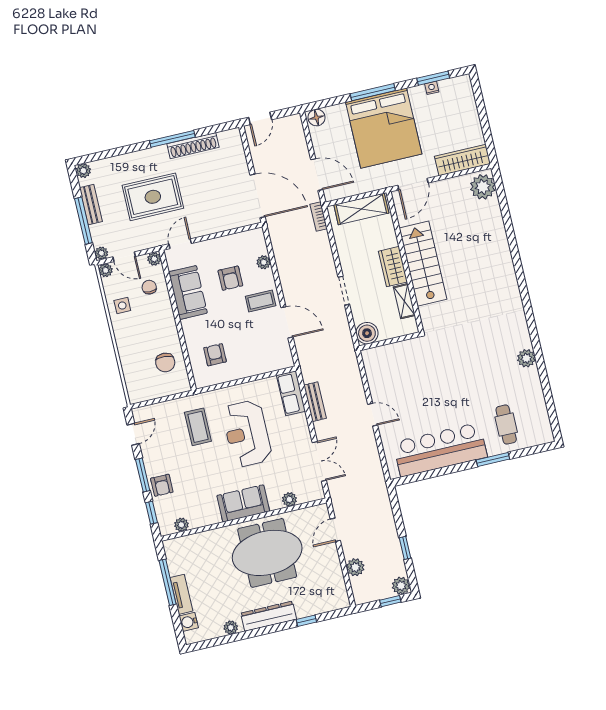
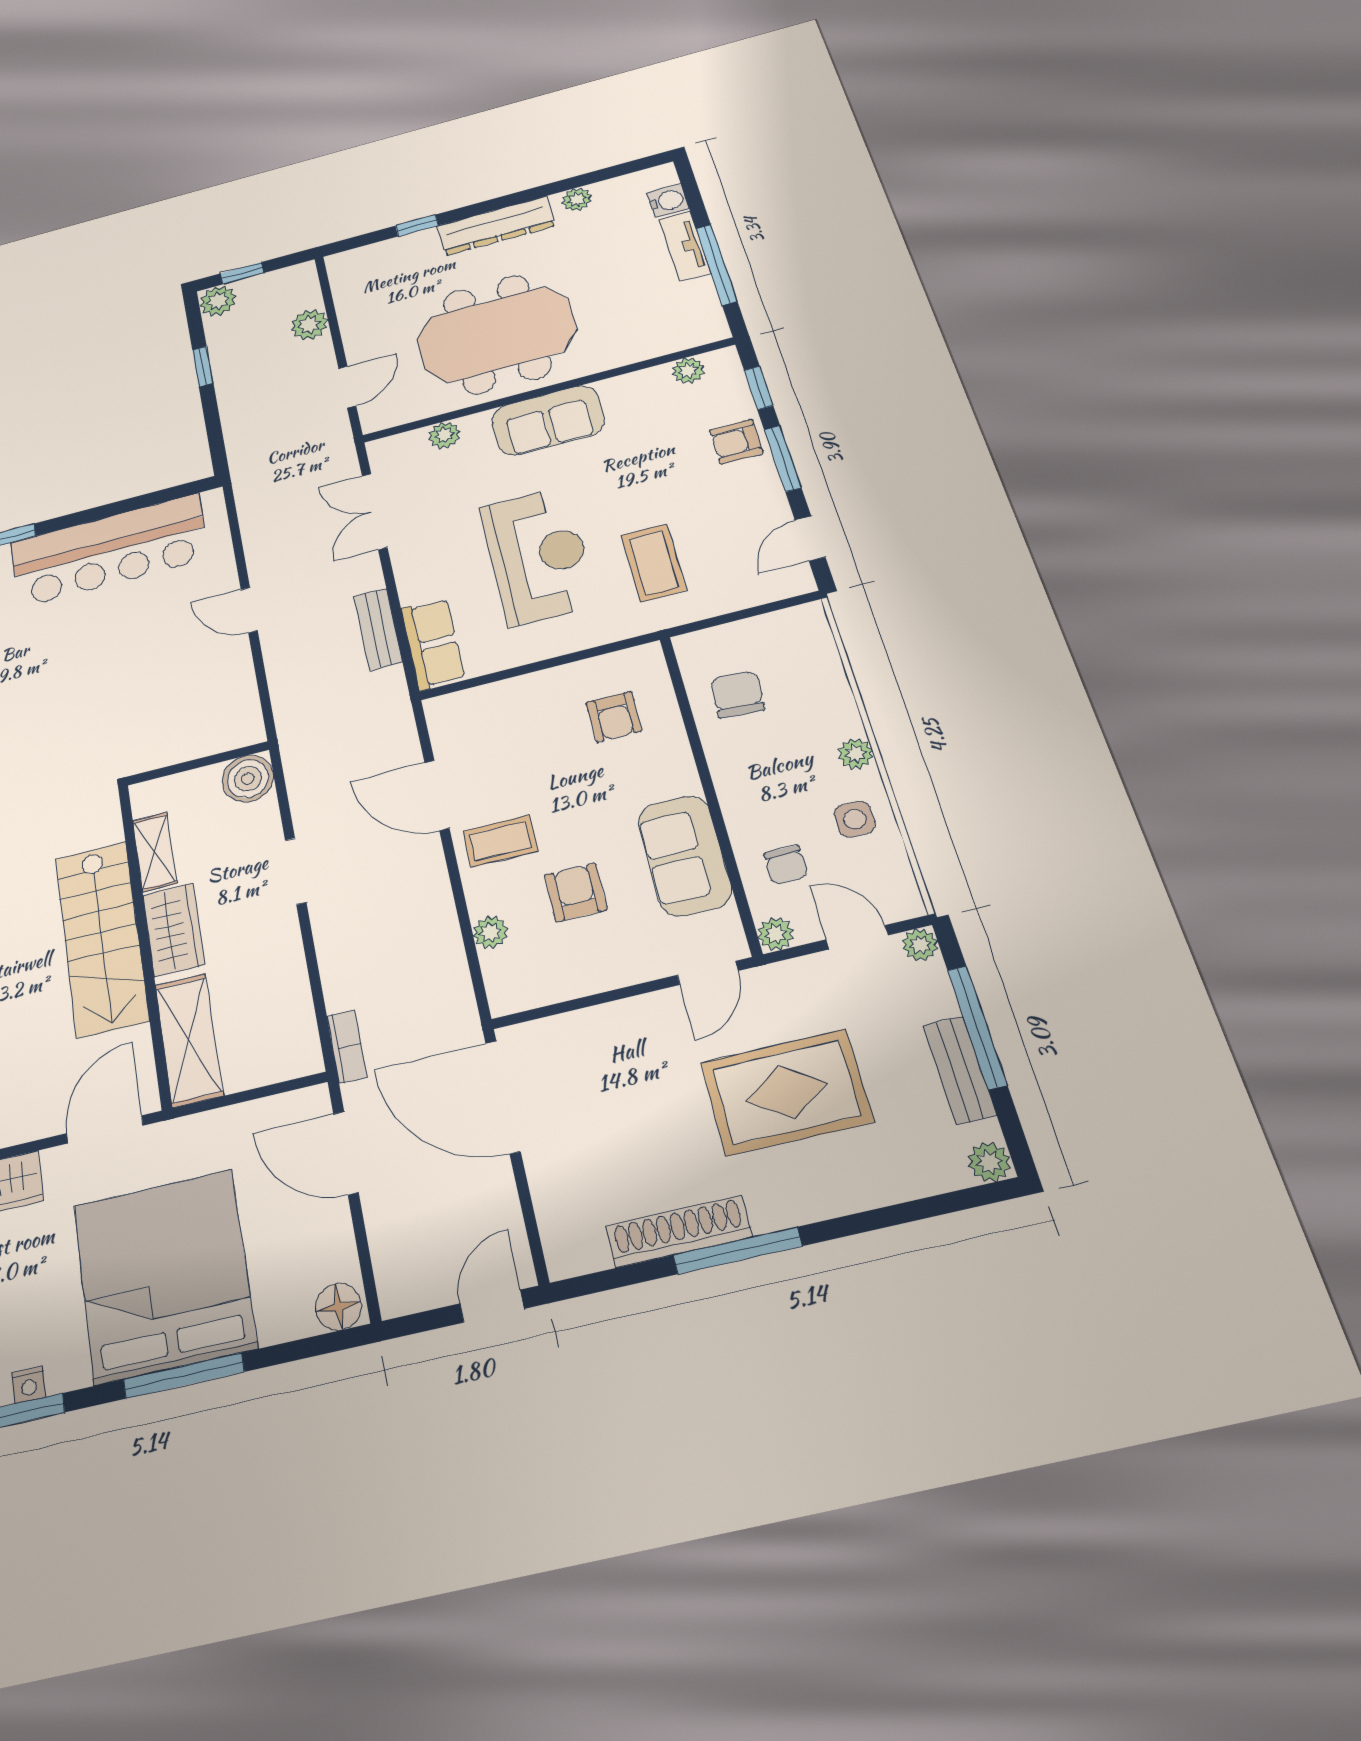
shelving: (361, 209) -> (189, 1040), moved, turned 90
plant: (106, 270) -> (856, 754), moved
armchair: (162, 485) -> (736, 442), turned -90

